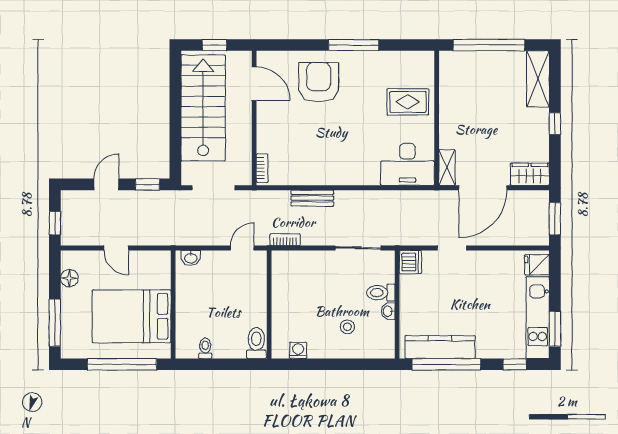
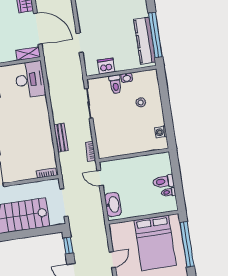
washbasin: (191, 258) -> (113, 205), width x1.91, depth x1.45
dishwasher: (410, 262) -> (106, 66), moved
toilet: (256, 343) -> (163, 181), moved

